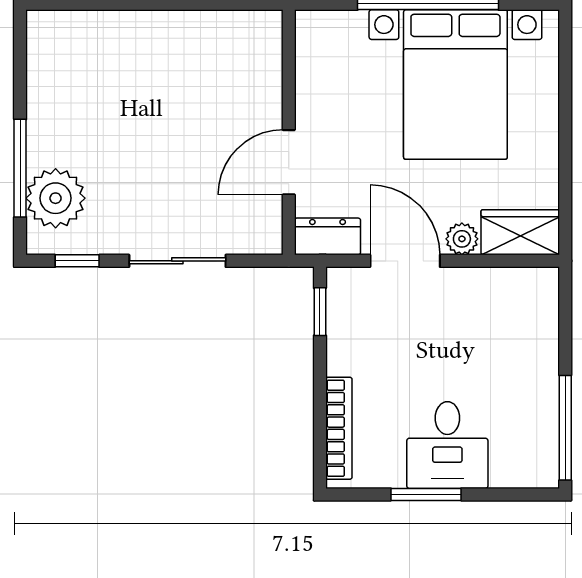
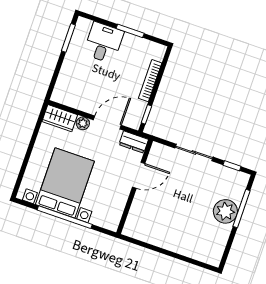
plant: (56, 198) -> (225, 211), moved
door: (405, 261) -> (107, 123), swing flipped
bookcase: (339, 428) -> (150, 81), moved
window: (565, 428) -> (68, 38), width x0.69
desk: (447, 445) -> (104, 43), moved

